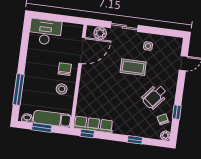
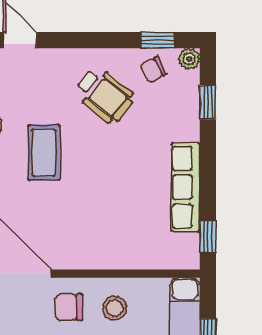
window: (177, 112) -> (158, 40), moved
row of seats: (93, 125) -> (186, 187), moved
window: (135, 140) -> (208, 102), moved

